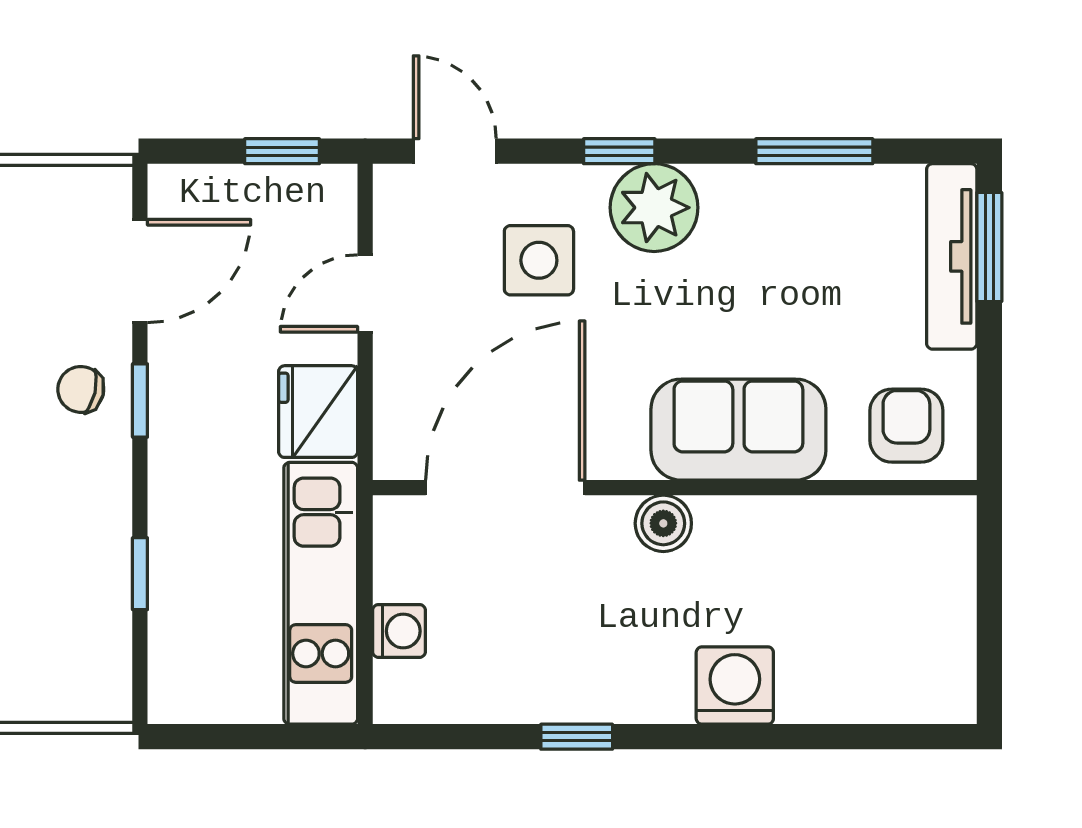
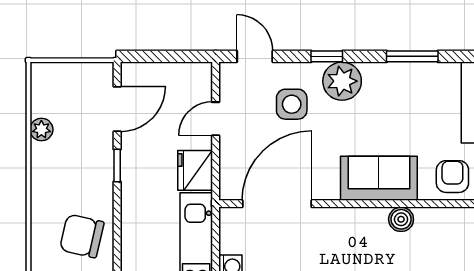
window: (282, 151) -> (179, 56), removed
chair: (81, 389) -> (82, 236), moved, width x1.87, depth x1.87
boiler: (663, 523) -> (401, 219), moved
window: (140, 574) -> (117, 241), removed

